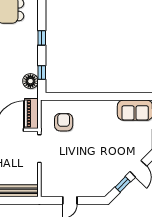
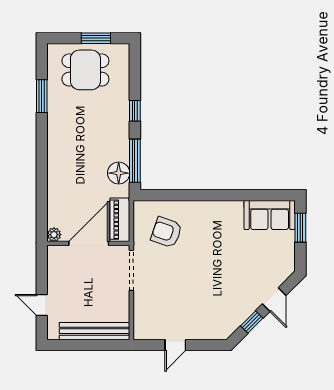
window: (42, 73) -> (135, 161), width x2.17
armchair: (64, 122) -> (166, 232), turned -71

